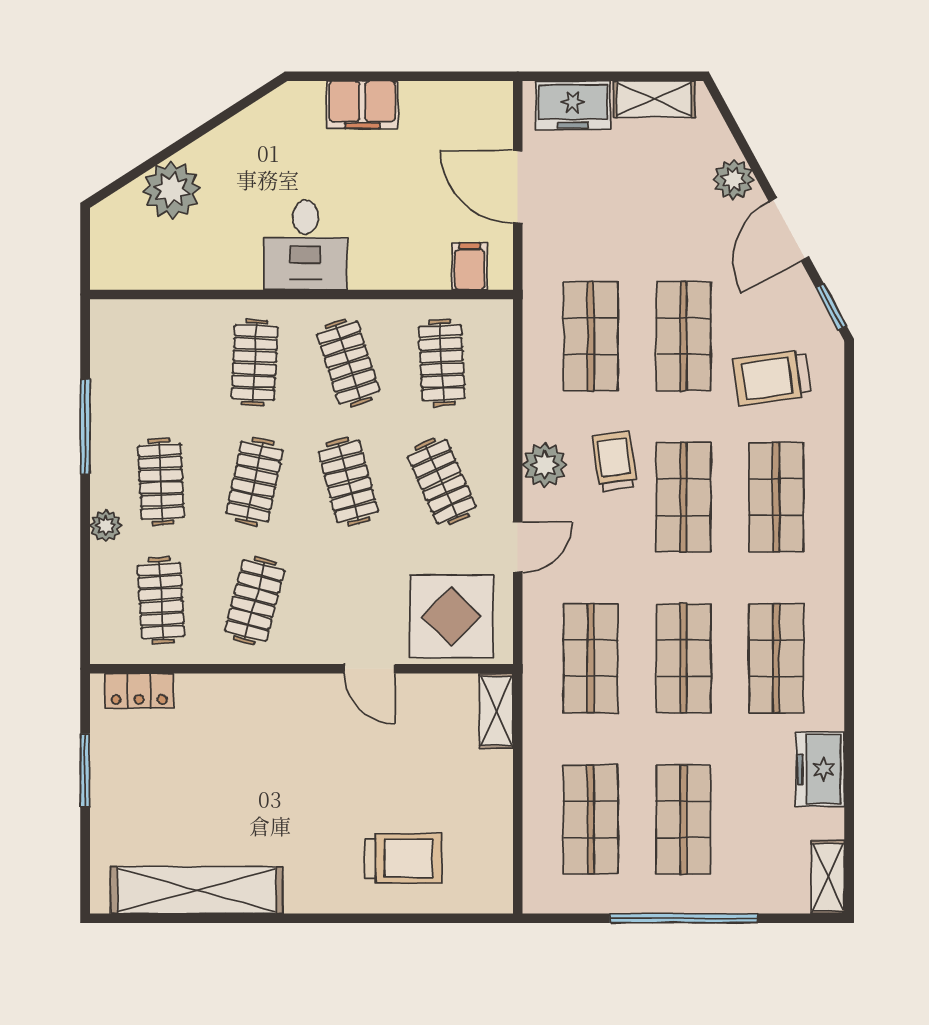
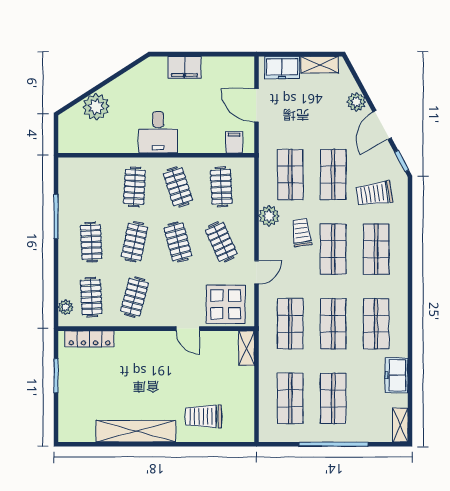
plant: (545, 465) -> (269, 216), moved
plant: (106, 526) -> (66, 307), moved
locker: (139, 691) -> (89, 339), width x1.53
trolley: (403, 858) -> (203, 416), turned 180
shelving: (197, 890) -> (136, 431), moved

